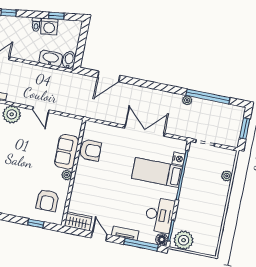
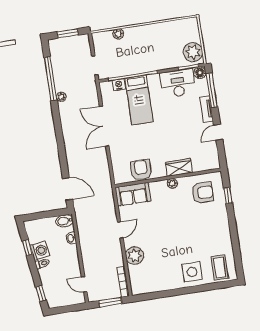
washbasin: (51, 58) -> (71, 238), width x0.52, depth x0.69
door: (109, 76) -> (68, 189), moved
sofa: (67, 152) -> (133, 194), moved
wardrobe: (78, 221) -> (179, 167), moved, turned 90

